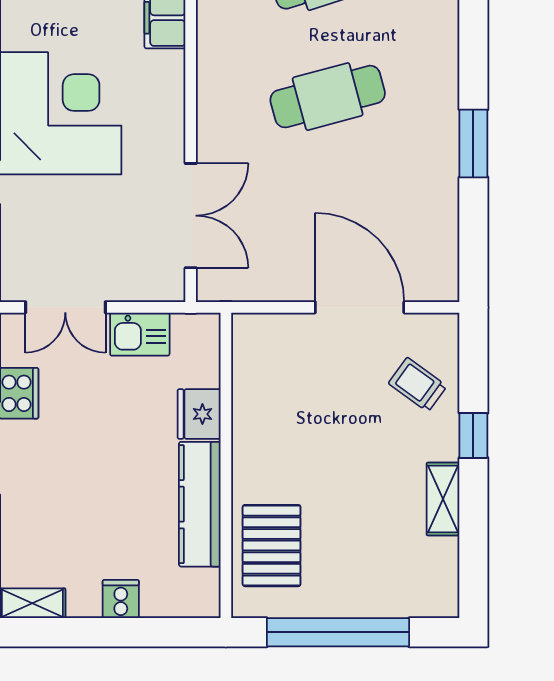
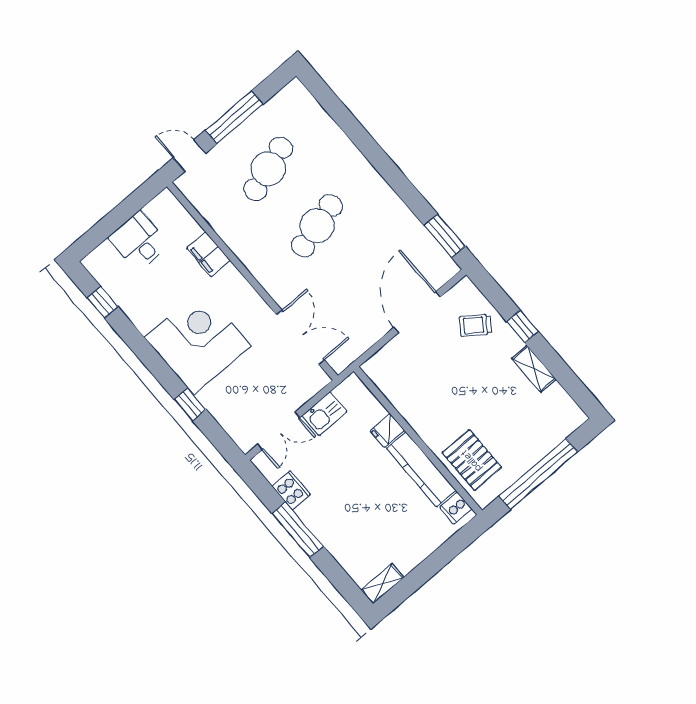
window: (473, 143) -> (445, 236), moved
door: (360, 307) -> (417, 312), hinge flipped
fridge: (199, 414) -> (387, 431), width x0.72
cooker: (121, 599) -> (456, 508), moved, turned -90

